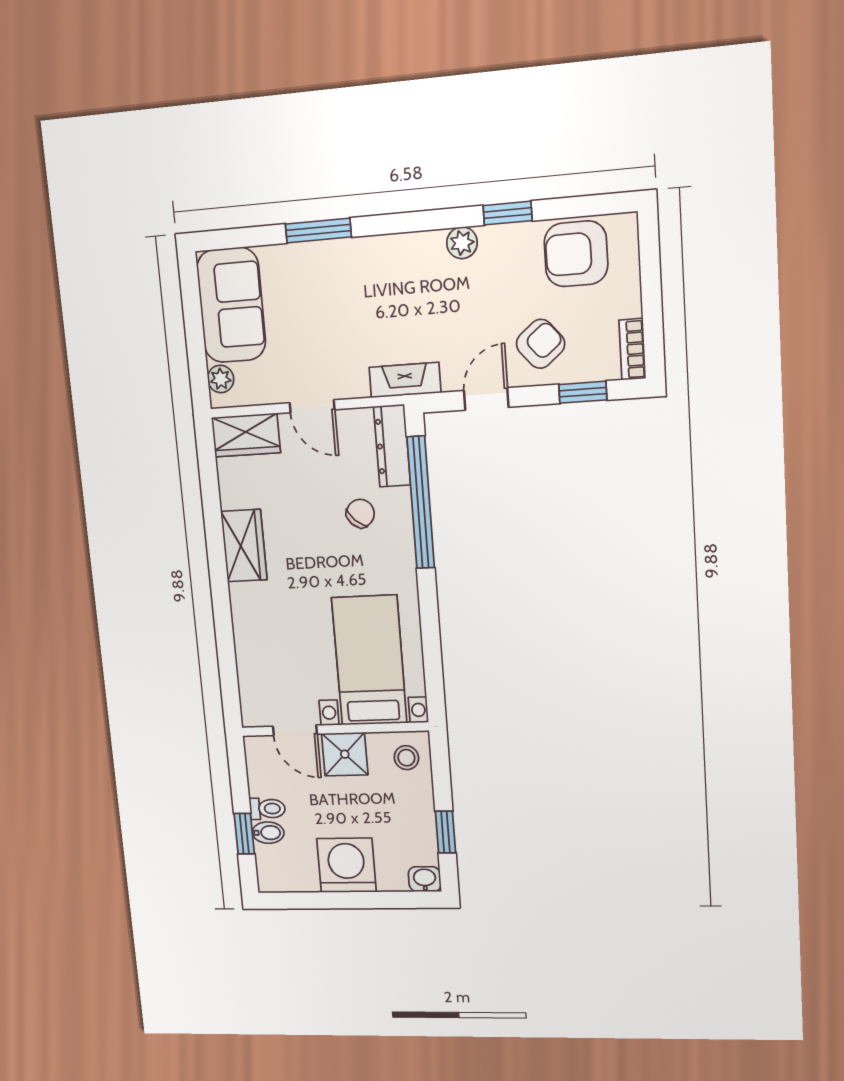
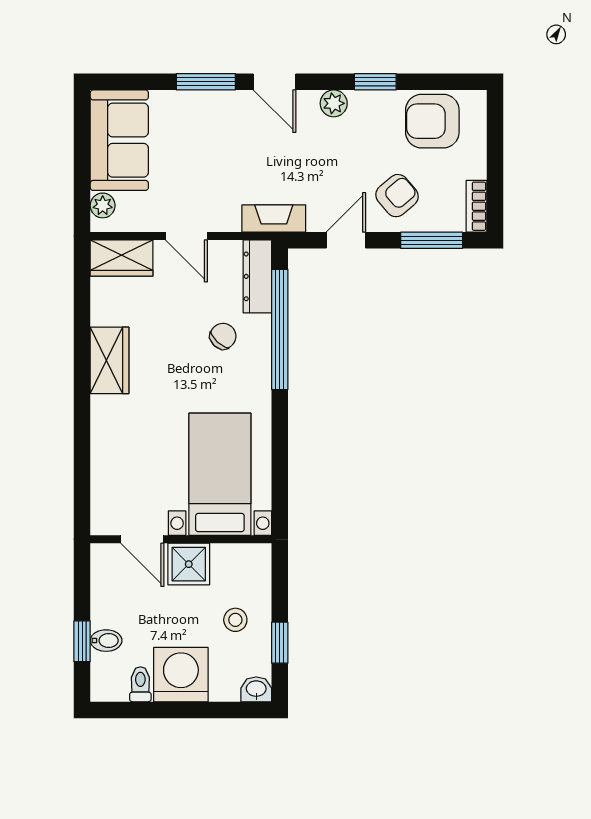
door: (394, 224) -> (275, 82), added
window: (583, 392) -> (432, 240), width x1.50
stool: (406, 758) -> (235, 620), moved
toilet: (267, 809) -> (140, 684), moved, turned -90

